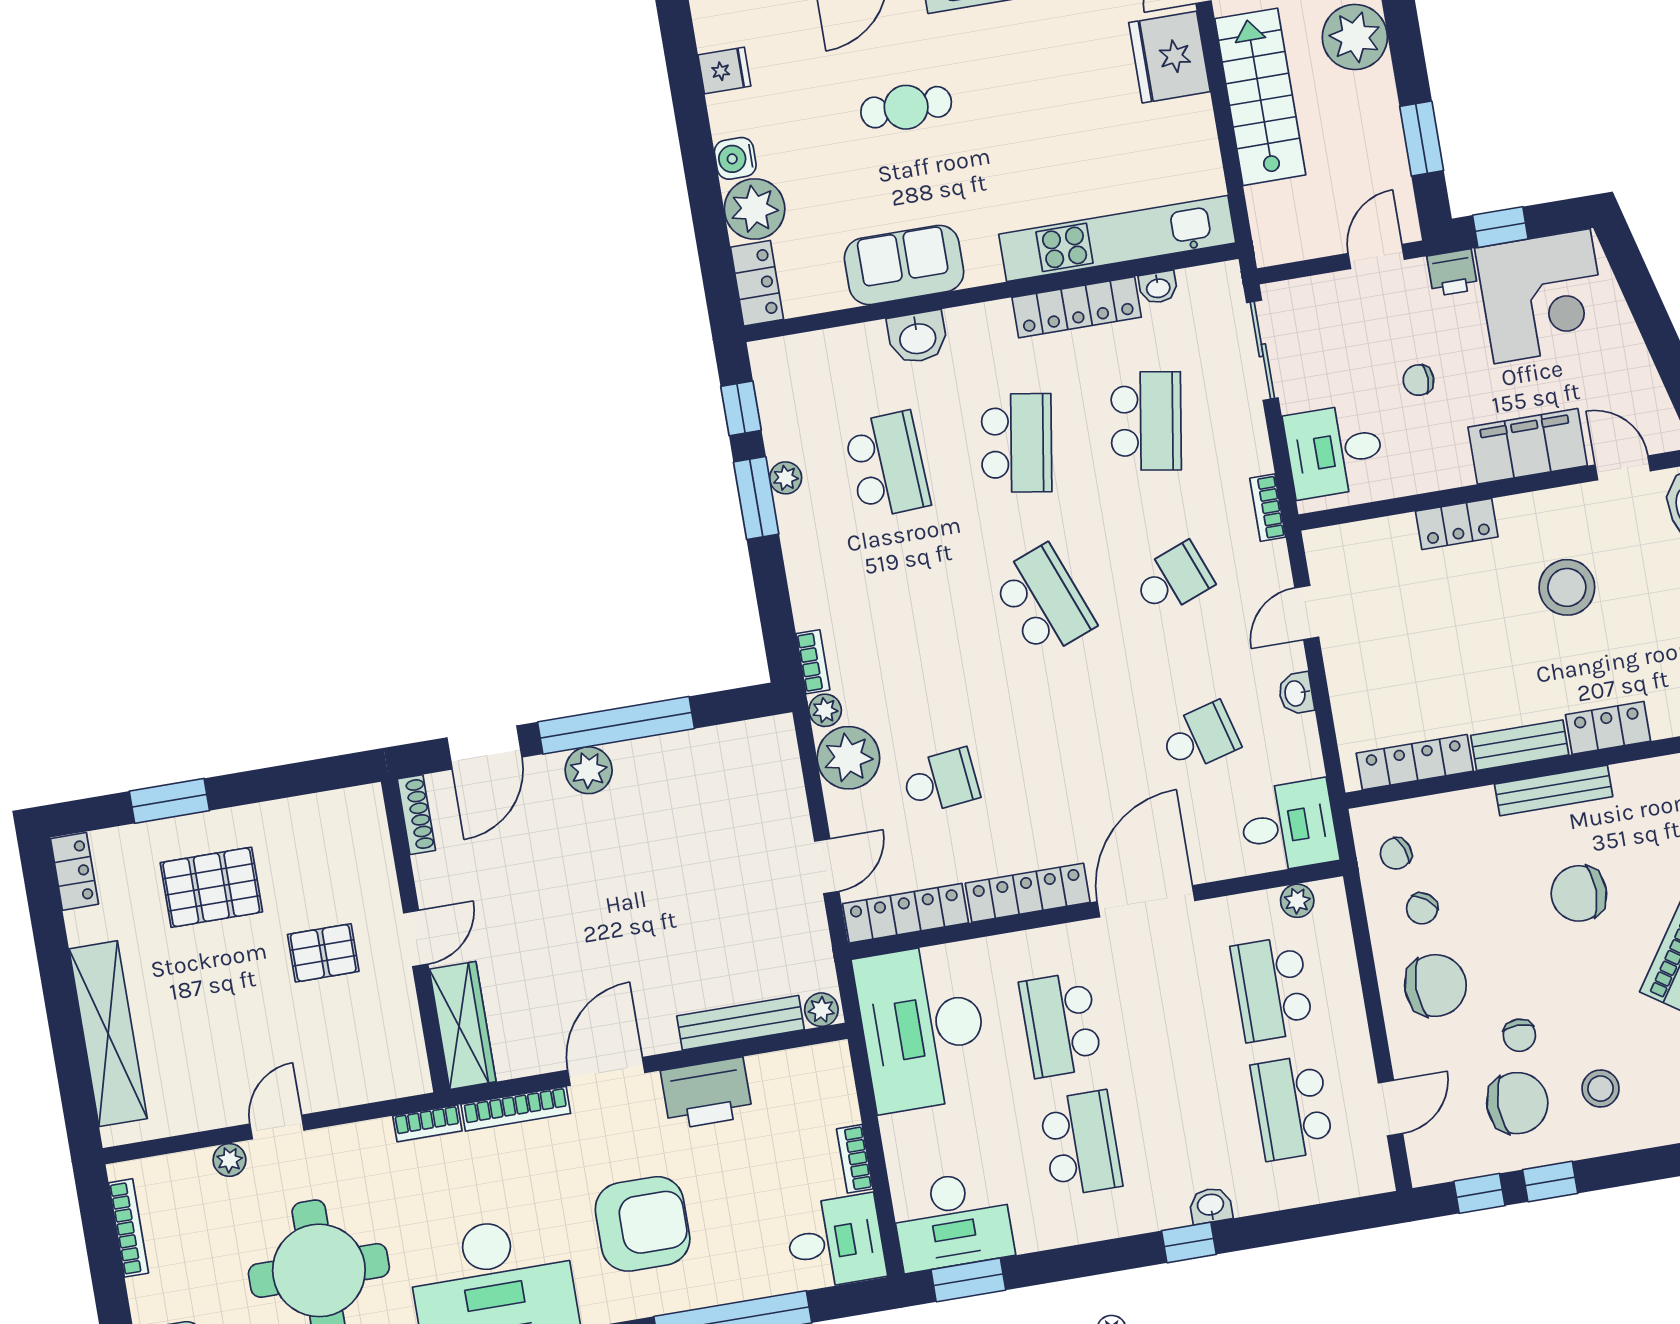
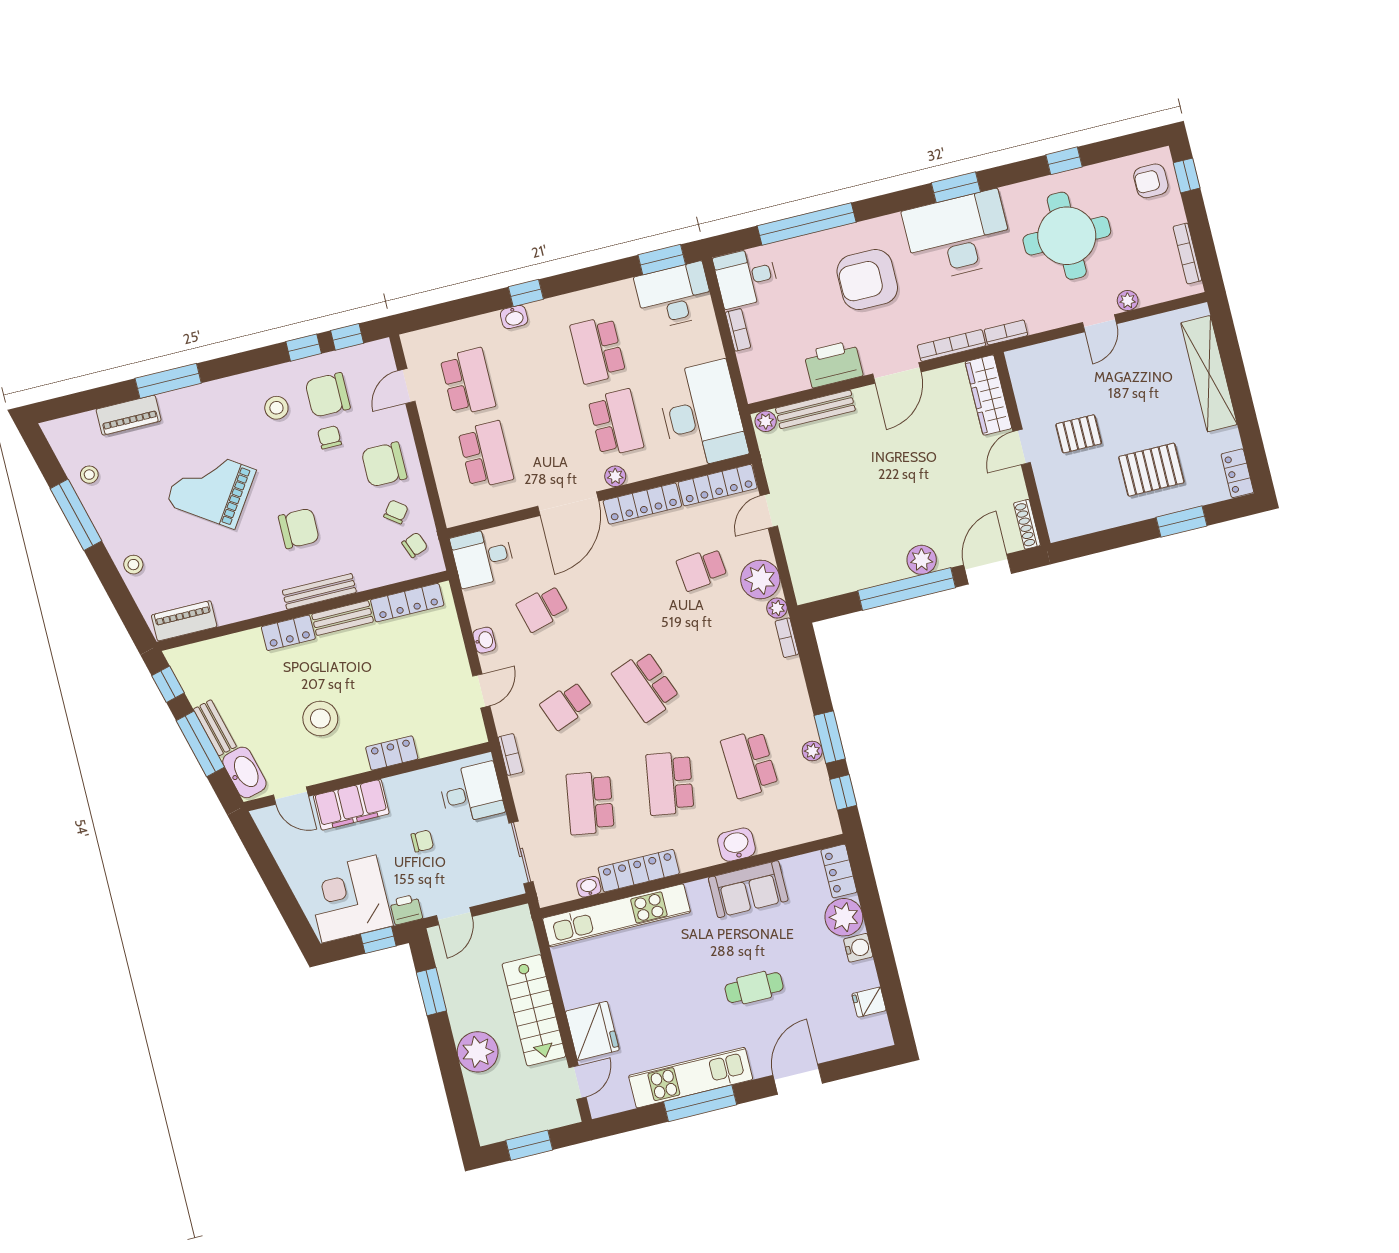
plant: (1297, 901) -> (615, 476), moved

